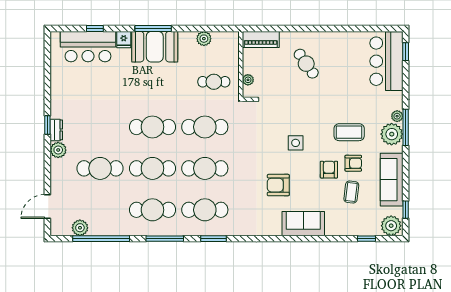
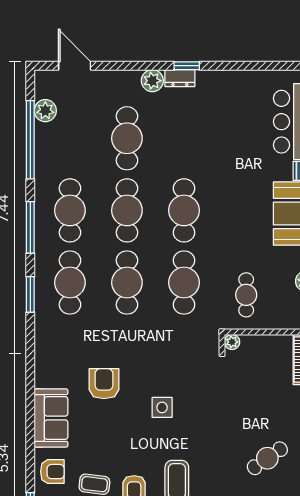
cafe table: (306, 64) -> (267, 458), moved
plant: (248, 80) -> (232, 342), moved
armchair: (329, 170) -> (52, 472), moved

